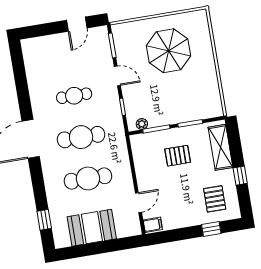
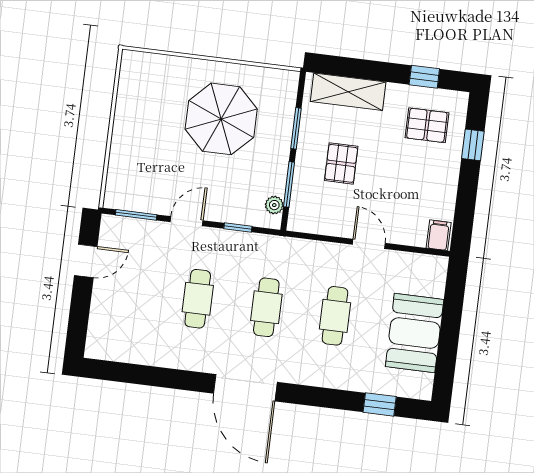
door: (77, 24) -> (86, 261), hinge flipped
parasol: (168, 51) -> (221, 119), moved
cafe table: (81, 137) -> (266, 307), width x0.73, depth x0.74
window: (240, 176) -> (424, 77), moved
cafe table: (88, 178) -> (335, 316), width x0.73, depth x0.74
door: (139, 203) -> (369, 244), moved

